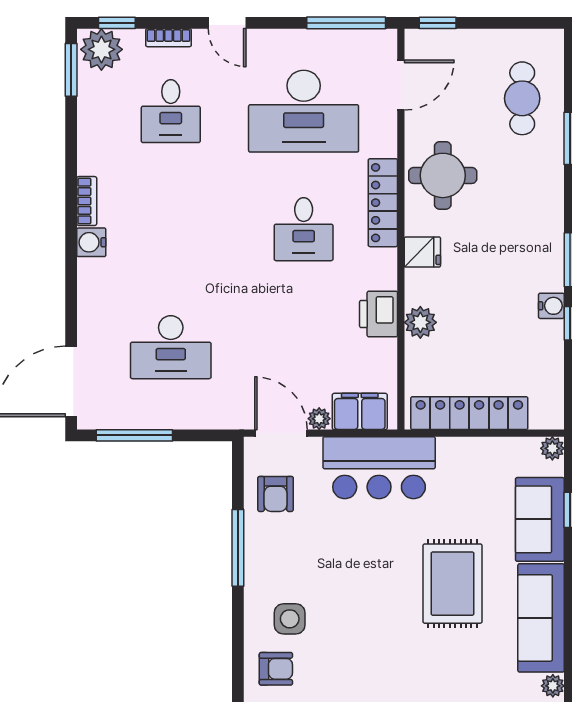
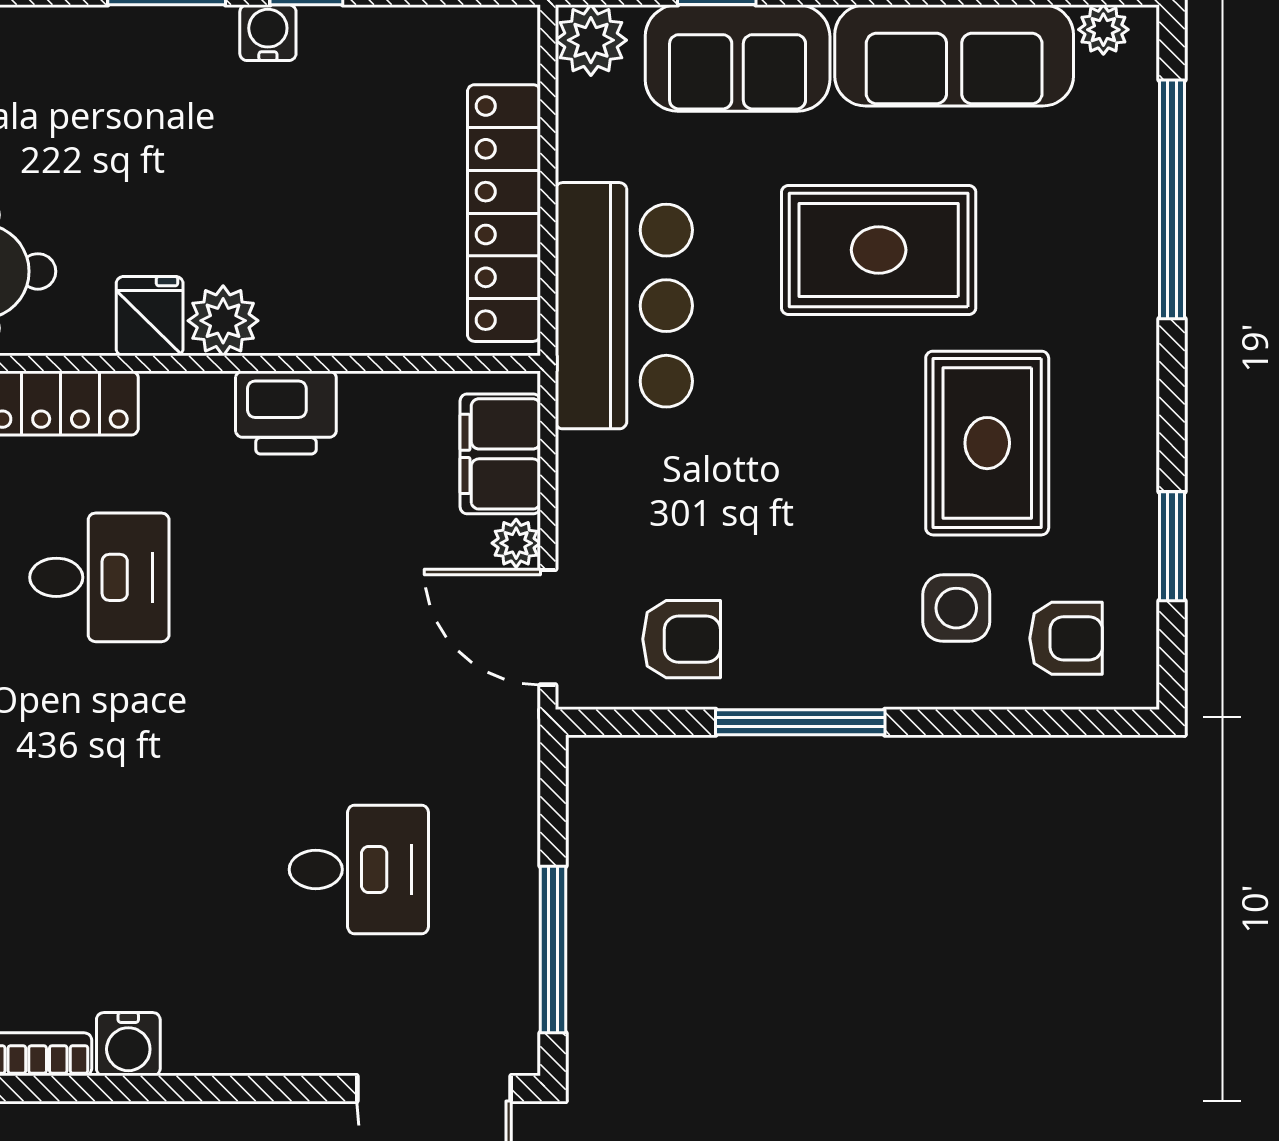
plant: (420, 322) -> (223, 321), moved
desk: (171, 347) -> (359, 870), width x0.73
door: (281, 433) -> (548, 627), hinge flipped
plant: (552, 448) -> (591, 40), width x1.38, depth x1.38
bar counter: (379, 468) -> (624, 306), moved
rug: (365, 633) -> (987, 443), added
armchair: (276, 669) -> (1066, 638), turned 90

